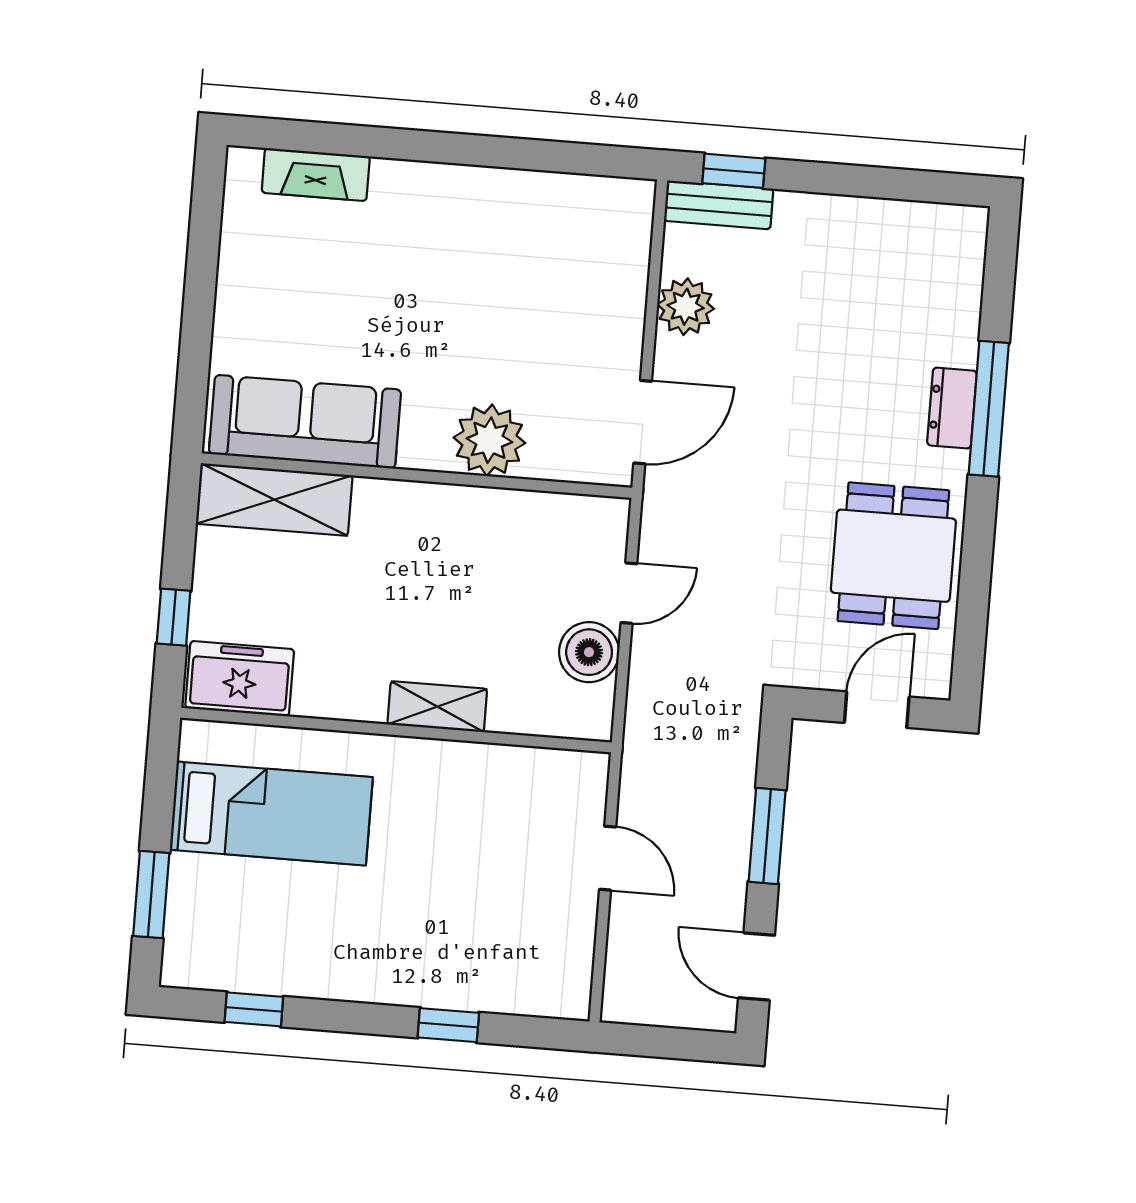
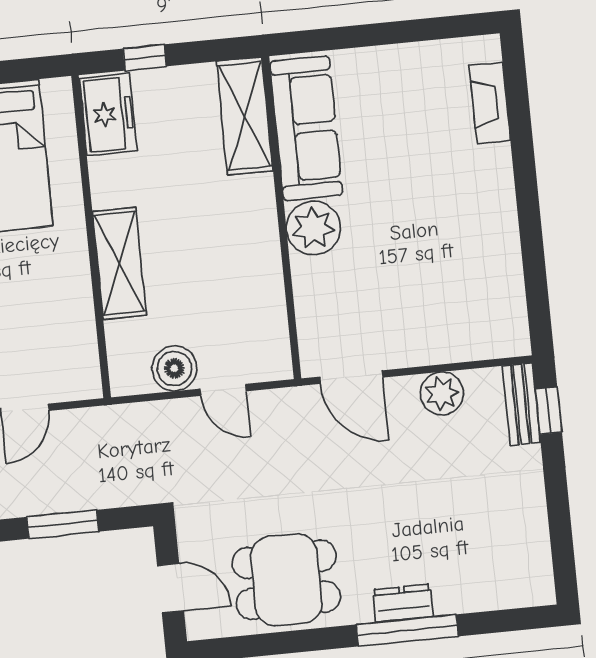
plant: (489, 440) -> (313, 228), moved
shelving: (437, 707) -> (119, 263), width x1.50, depth x1.33

